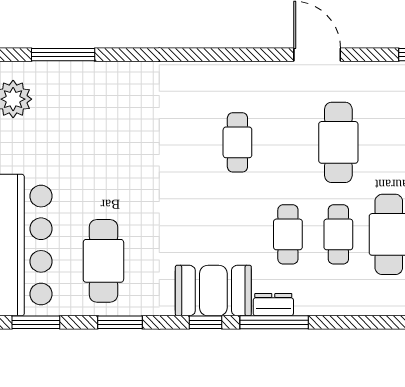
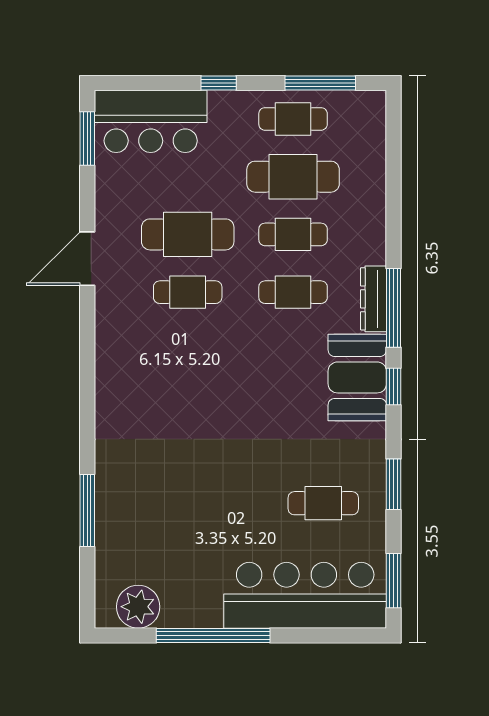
window: (63, 55) -> (87, 510), moved
cafe table: (237, 142) -> (188, 292), moved
cafe table: (103, 261) -> (323, 503), width x0.73, depth x0.74
dresser: (273, 305) -> (373, 299), width x1.44

